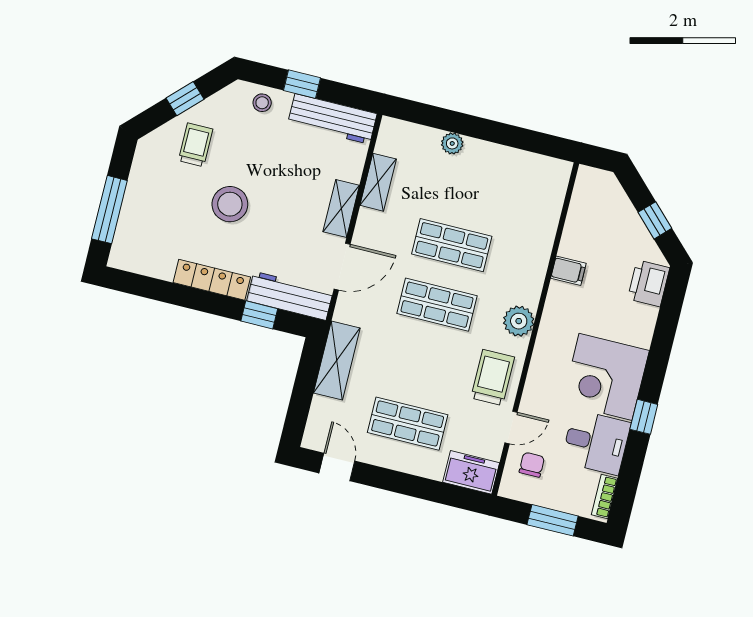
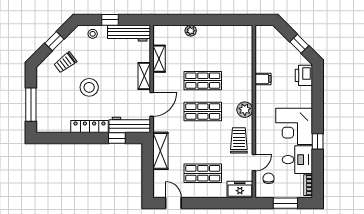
trolley: (196, 145) -> (65, 62), turned -127

